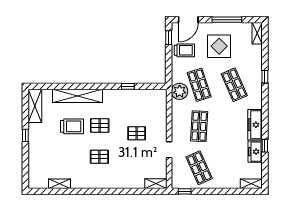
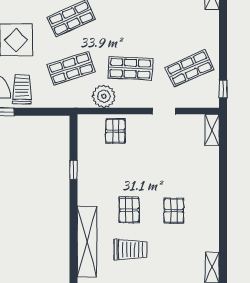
plant: (180, 91) -> (104, 96), moved
trolley: (72, 126) -> (130, 249), turned 90
pallet: (137, 133) -> (115, 131), moved

